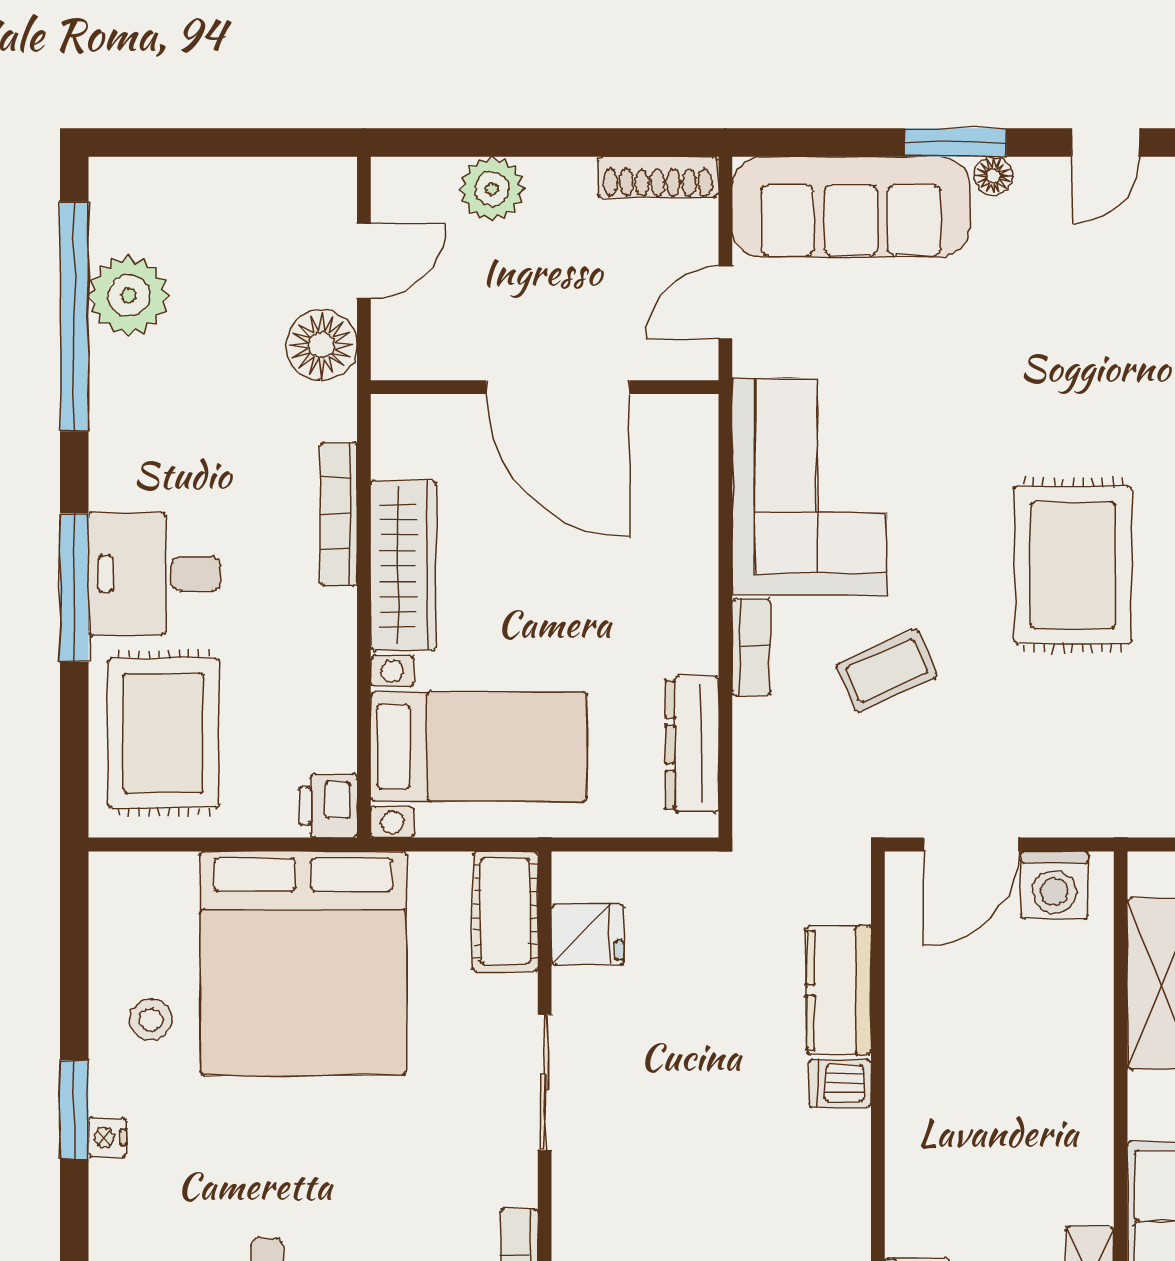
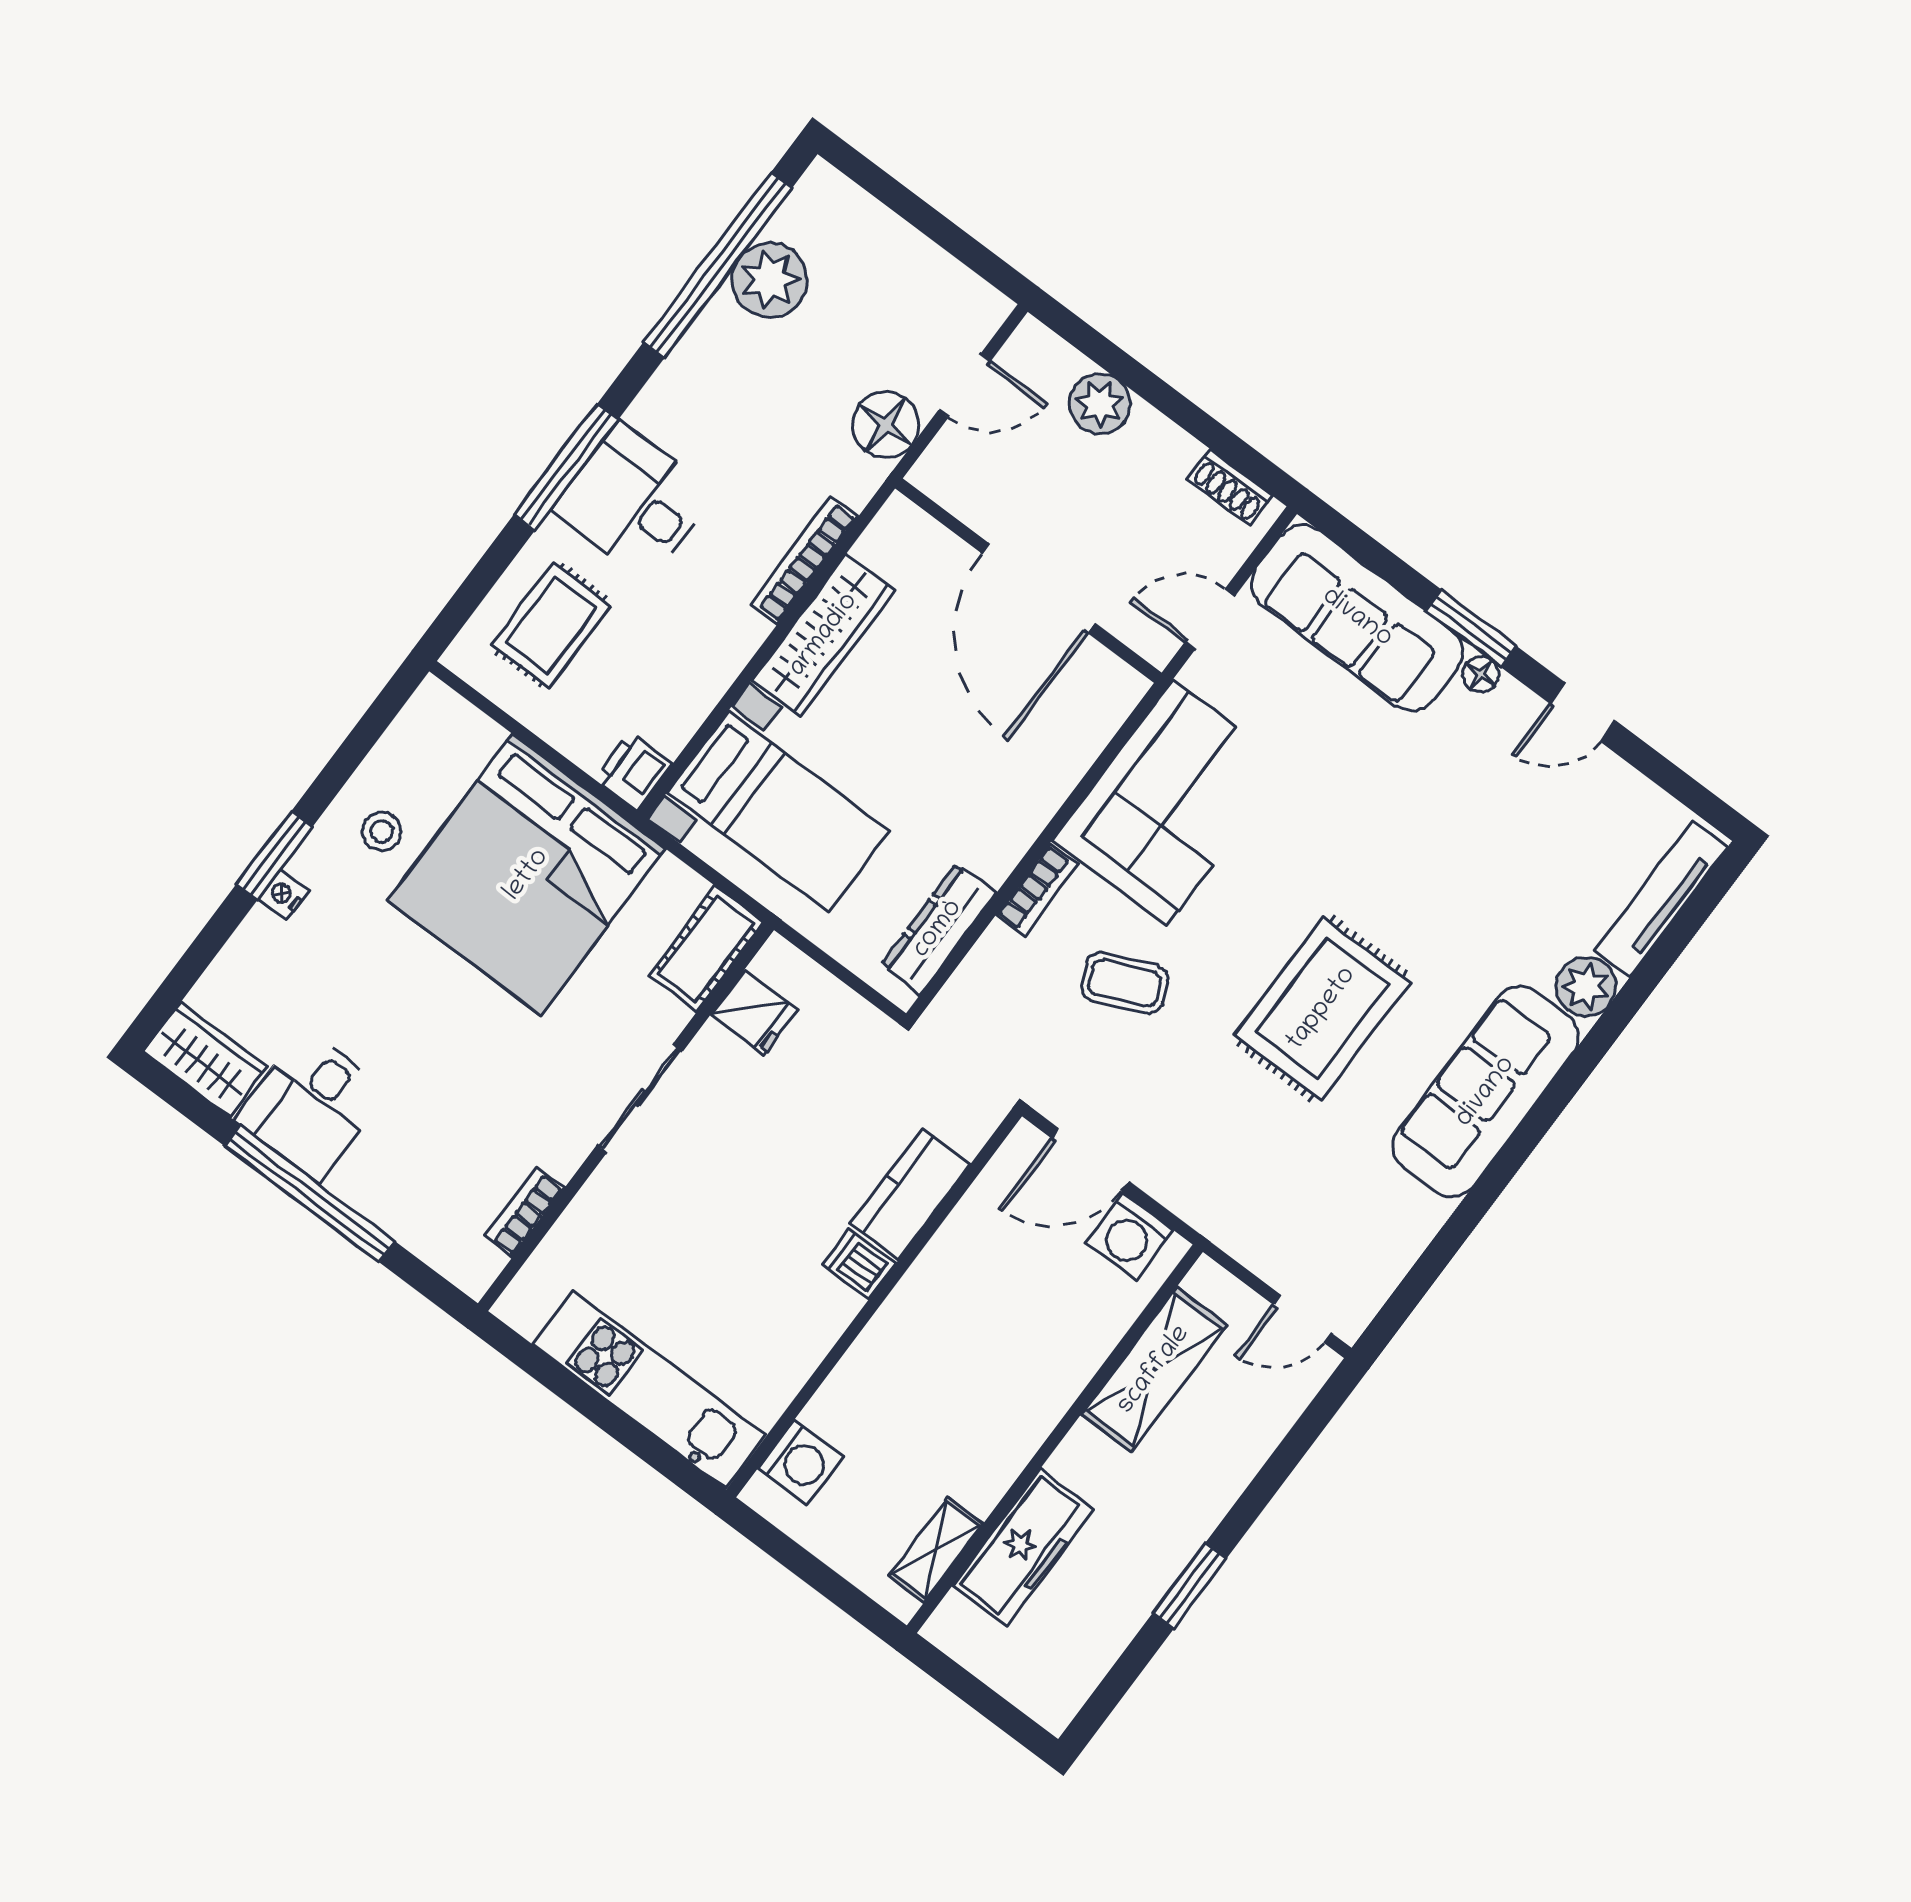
shoe rack: (658, 177) -> (1230, 487), width x0.70
rug: (163, 733) -> (551, 625), width x0.73, depth x0.70

